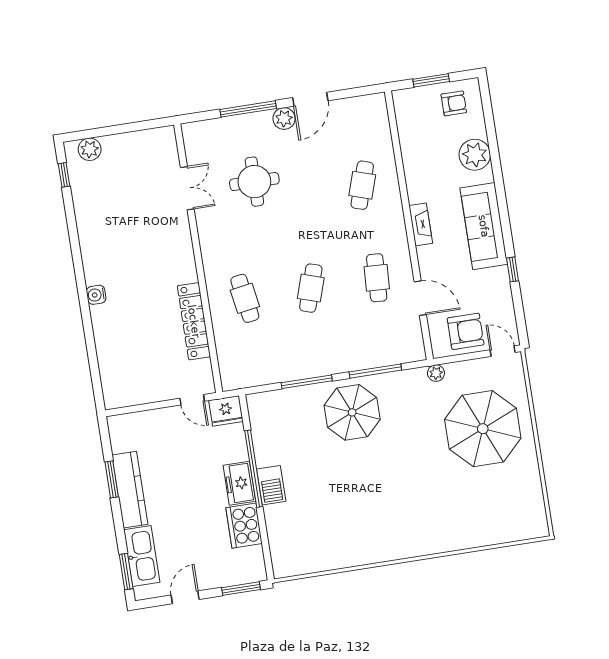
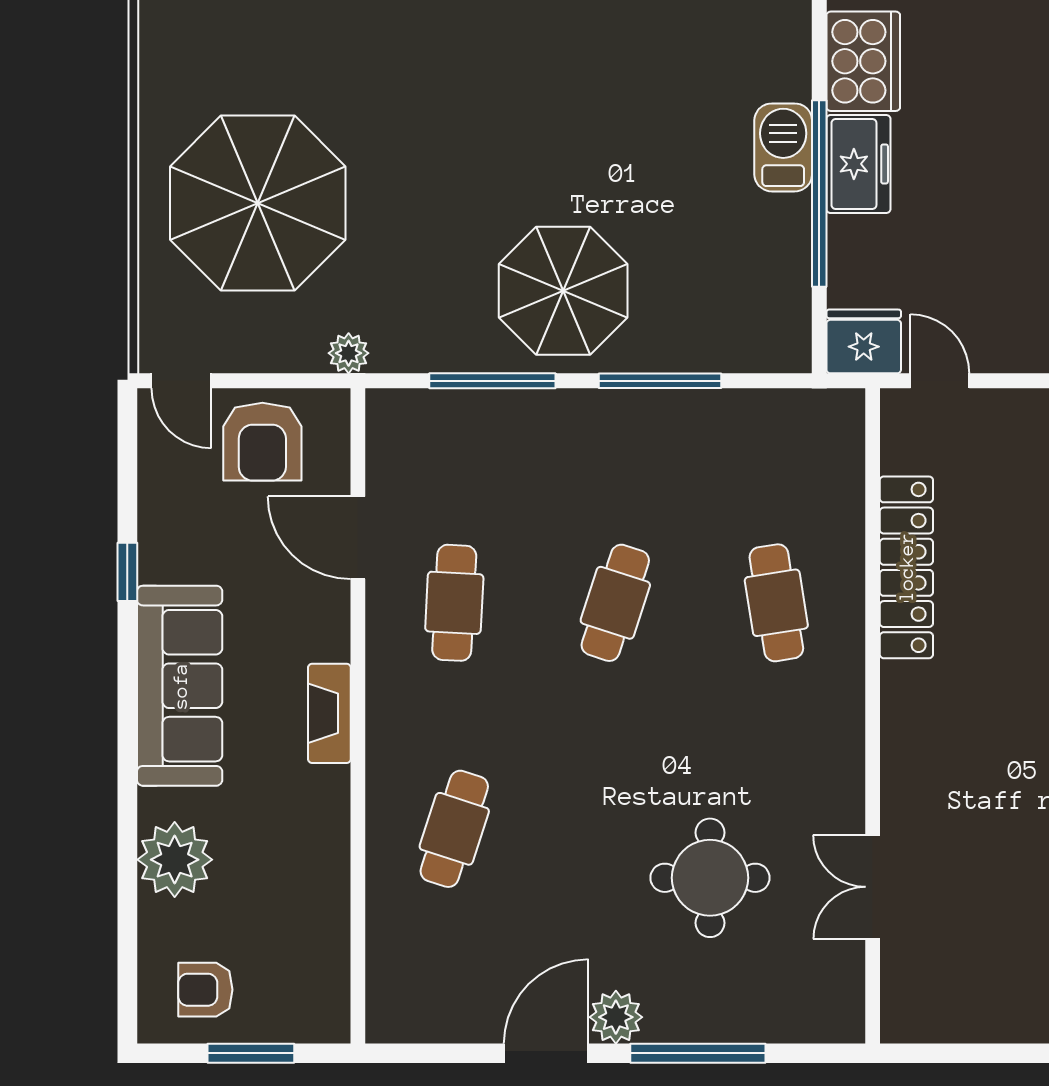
armchair: (466, 331) -> (262, 442), turned -90

